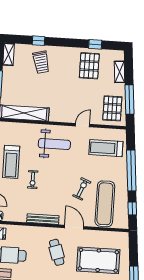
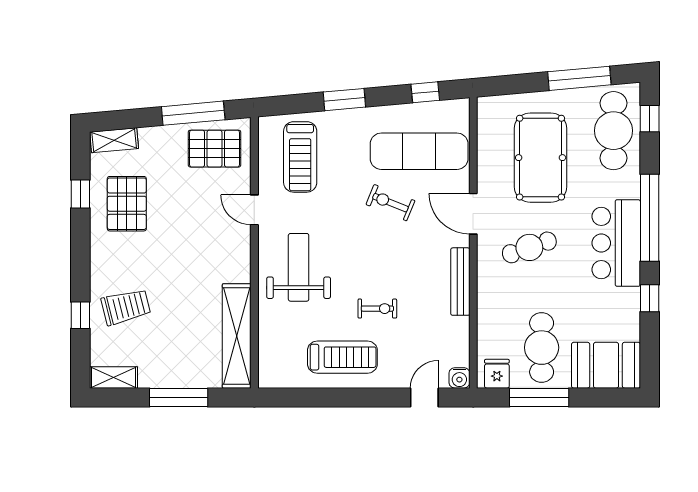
pallet: (89, 66) -> (127, 204), turned 90
shelving: (120, 72) -> (114, 140), moved
window: (131, 170) -> (344, 100), width x0.47
door: (74, 227) -> (473, 214), hinge flipped

